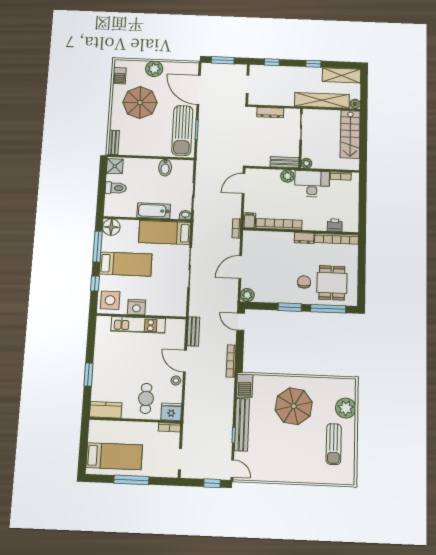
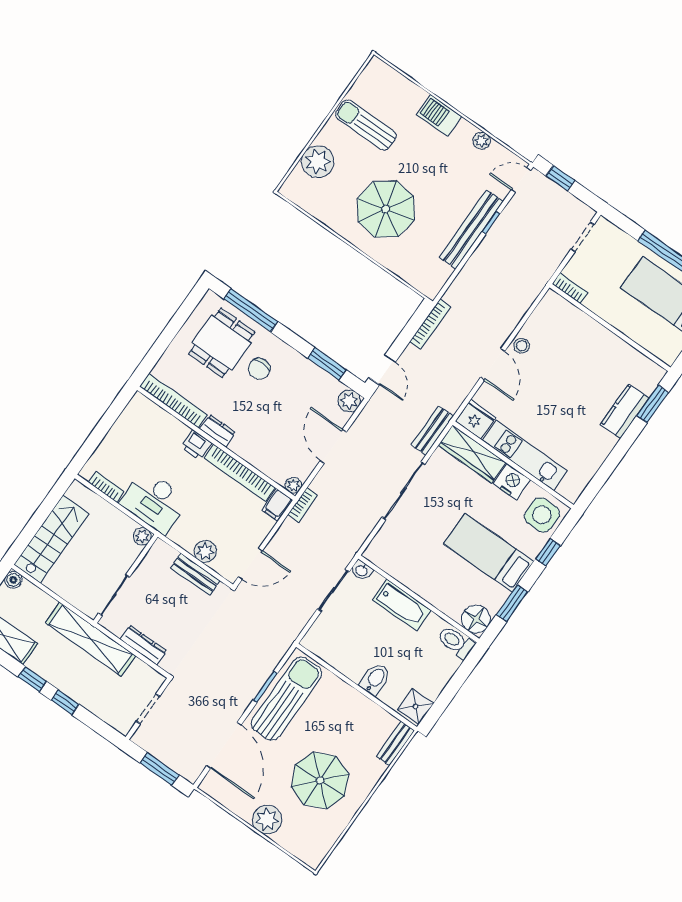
window: (272, 62) -> (65, 702), moved
barbecue: (119, 76) -> (324, 841), removed
shelving: (322, 100) -> (90, 639), moved
bench: (284, 162) -> (195, 574), moved
bidet: (165, 168) -> (375, 679), moved
plant: (287, 176) -> (205, 552), moved
toilet: (116, 188) -> (456, 642), moved
printer: (335, 225) -> (196, 445), moved
bed: (165, 232) -> (406, 564), removed
plant: (248, 235) -> (293, 485), added
window: (98, 246) -> (512, 603), width x0.69
door: (240, 267) -> (333, 446), swing flipped
window: (290, 307) -> (327, 364), moved
wardrobe: (166, 308) -> (472, 454), added
bench: (193, 331) -> (432, 431), moved
window: (89, 375) -> (653, 404), moved
barbecue: (245, 386) -> (439, 116), moved, turned -90
cafe table: (146, 398) -> (577, 347), removed
kitchen counter: (106, 410) -> (625, 411), moved, turned 90
fridge: (171, 412) -> (476, 419), moved, turned 180
sun lounger: (334, 444) -> (366, 125), turned -90
door: (232, 469) -> (521, 180), hinge flipped
plant: (267, 476) -> (482, 141), added

